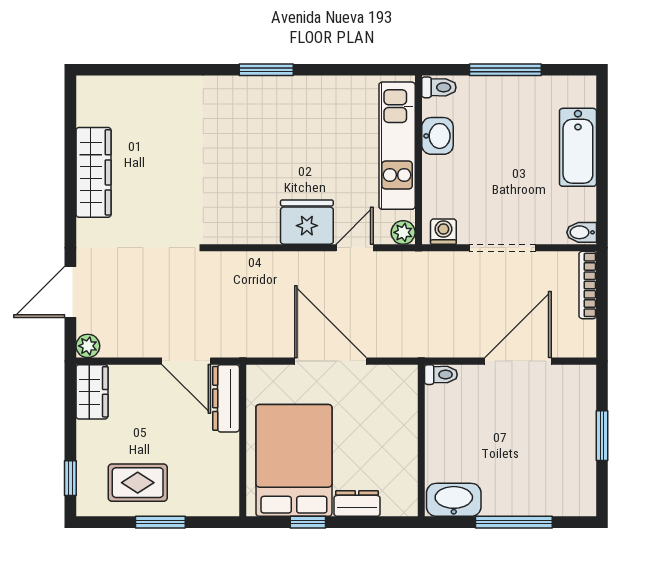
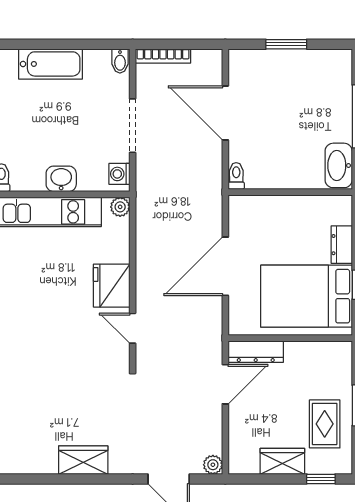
washbasin: (437, 136) -> (61, 179), moved
wardrobe: (93, 172) -> (83, 460), width x0.67
door: (355, 248) -> (133, 328), moved
wardrobe: (92, 392) -> (282, 461), moved

